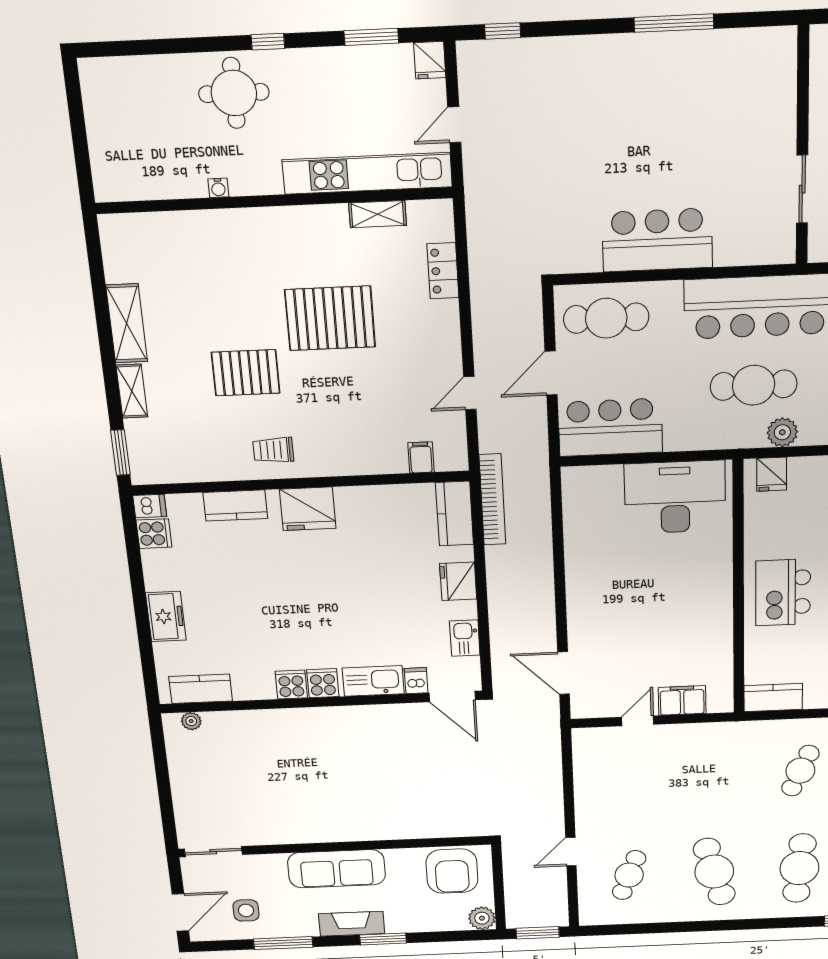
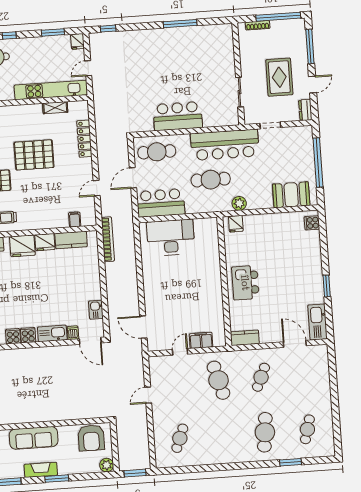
locker: (443, 271) -> (84, 139), width x1.53
cafe table: (754, 385) -> (211, 180), moved
desk: (675, 497) -> (171, 238), moved
kitchen counter: (455, 513) -> (71, 240), moved, turned -90
fridge: (458, 581) -> (45, 242), moved, turned -90
door: (571, 852) -> (148, 395), moved
cafe table: (714, 872) -> (219, 380), moved

